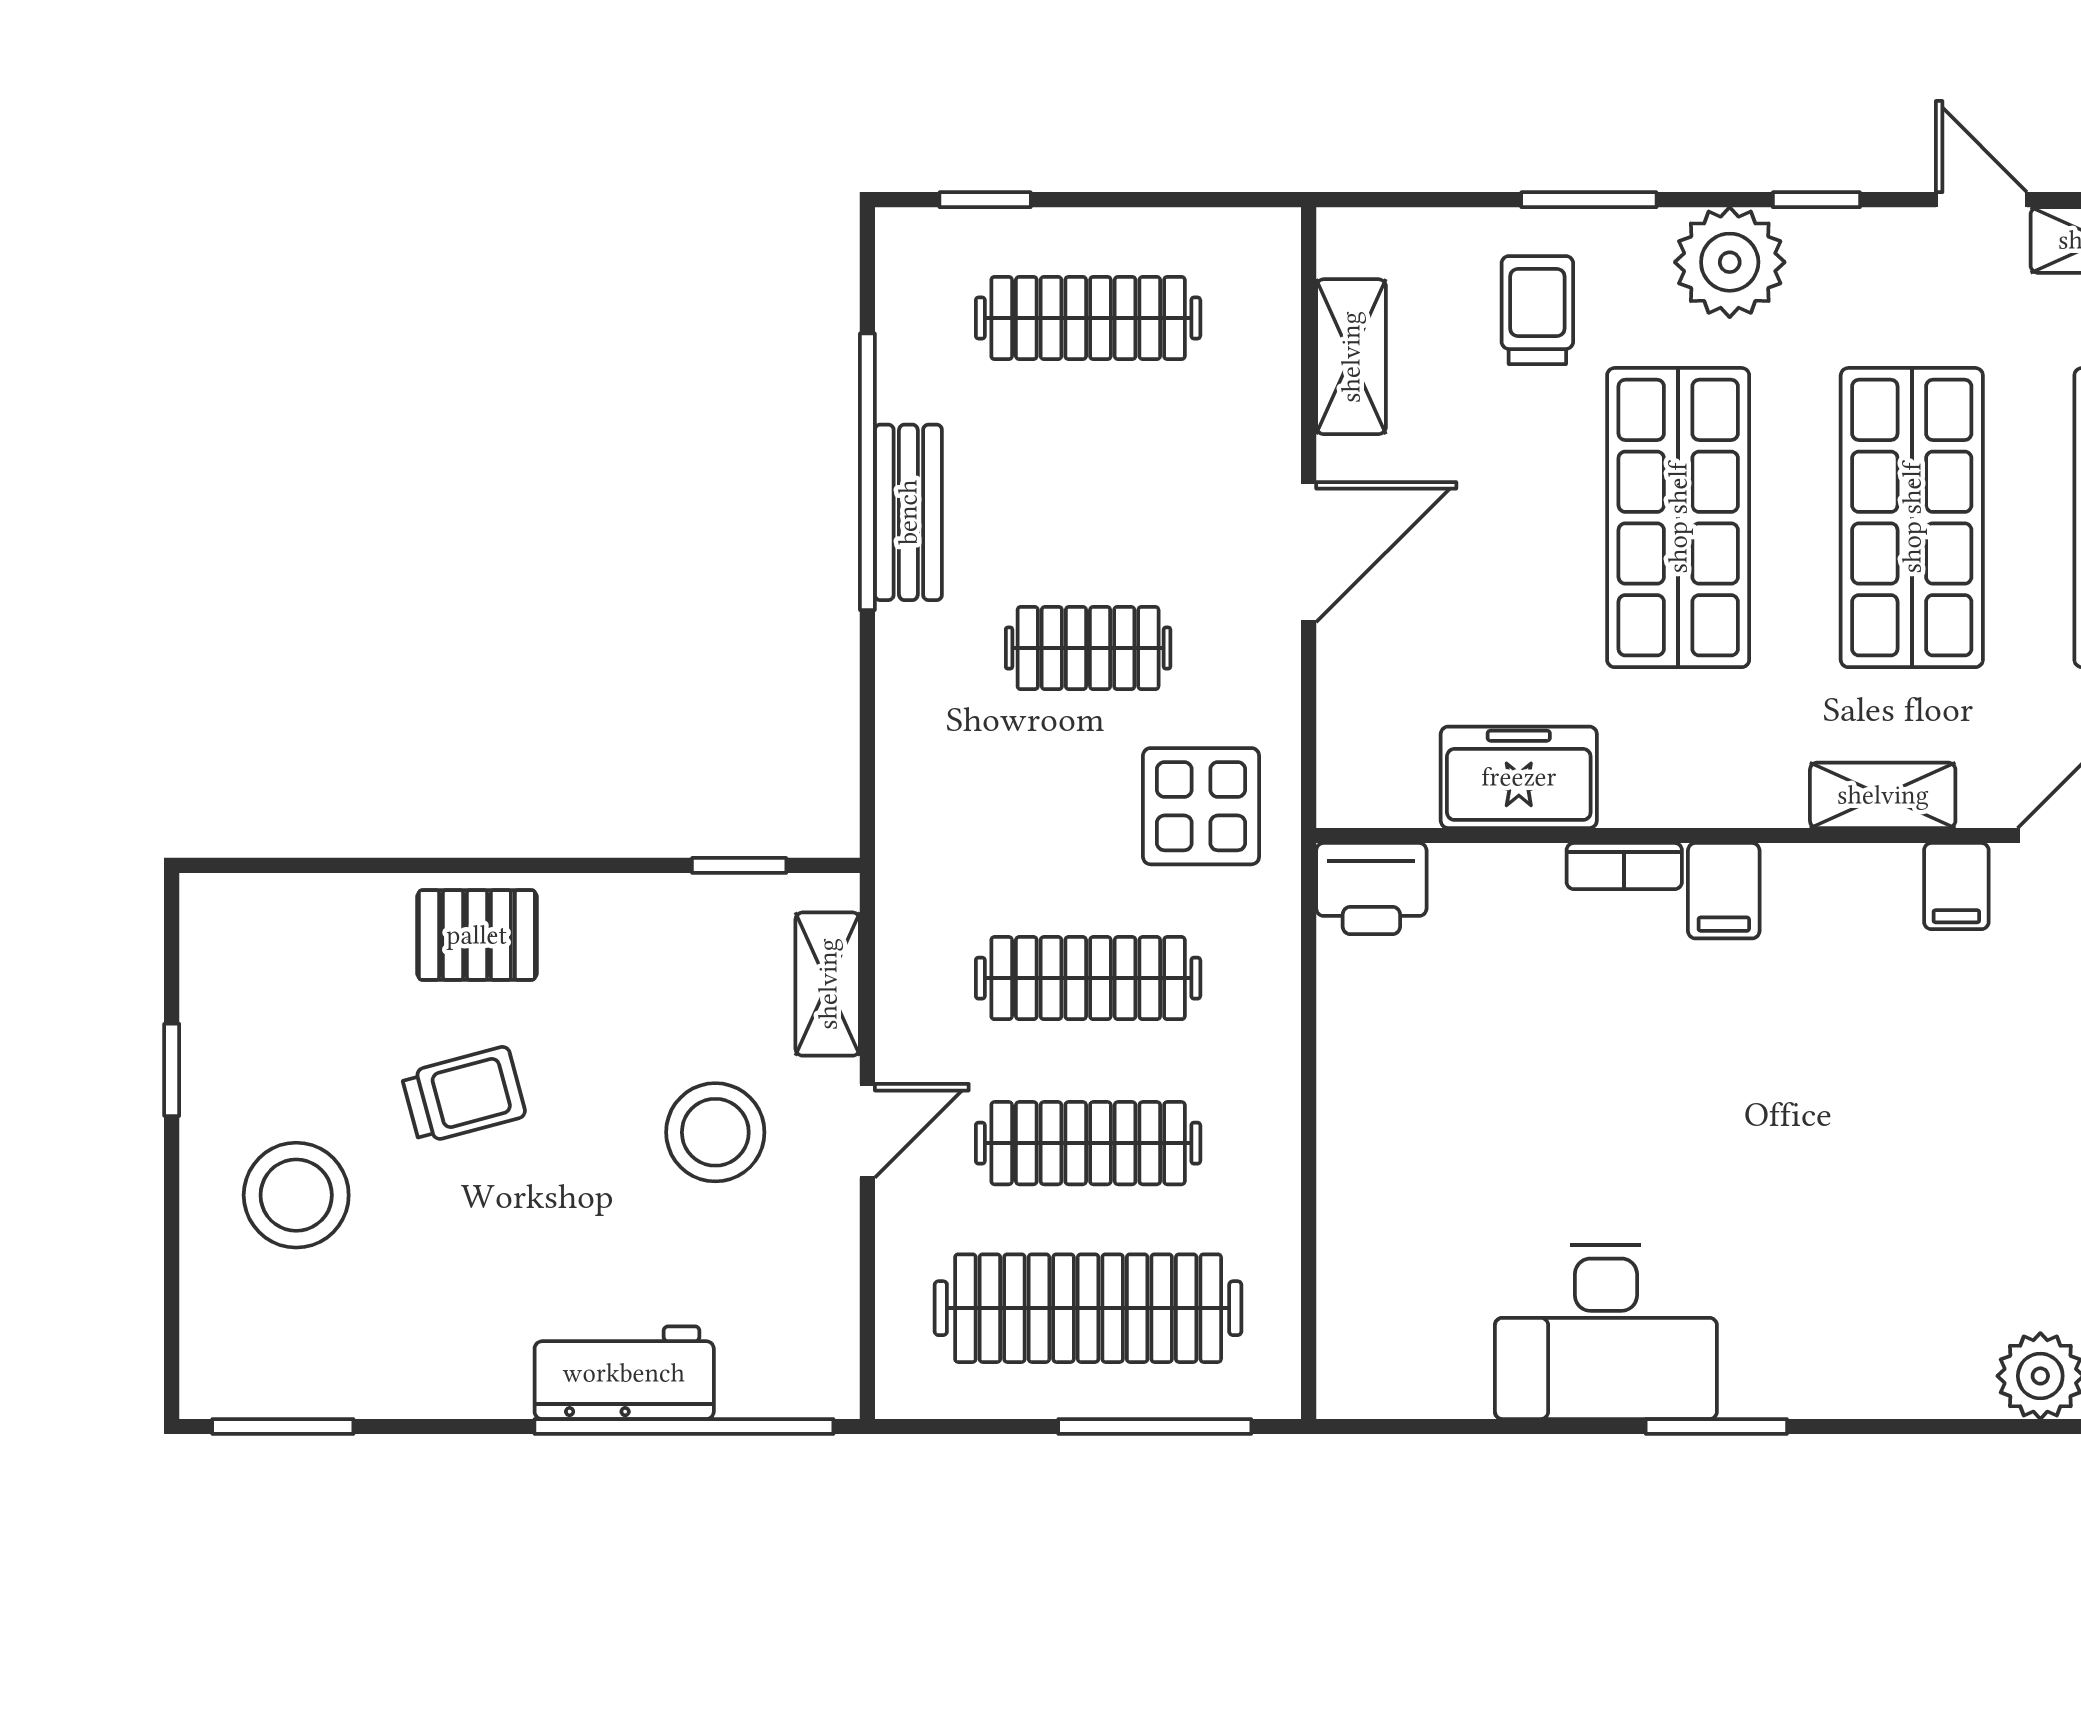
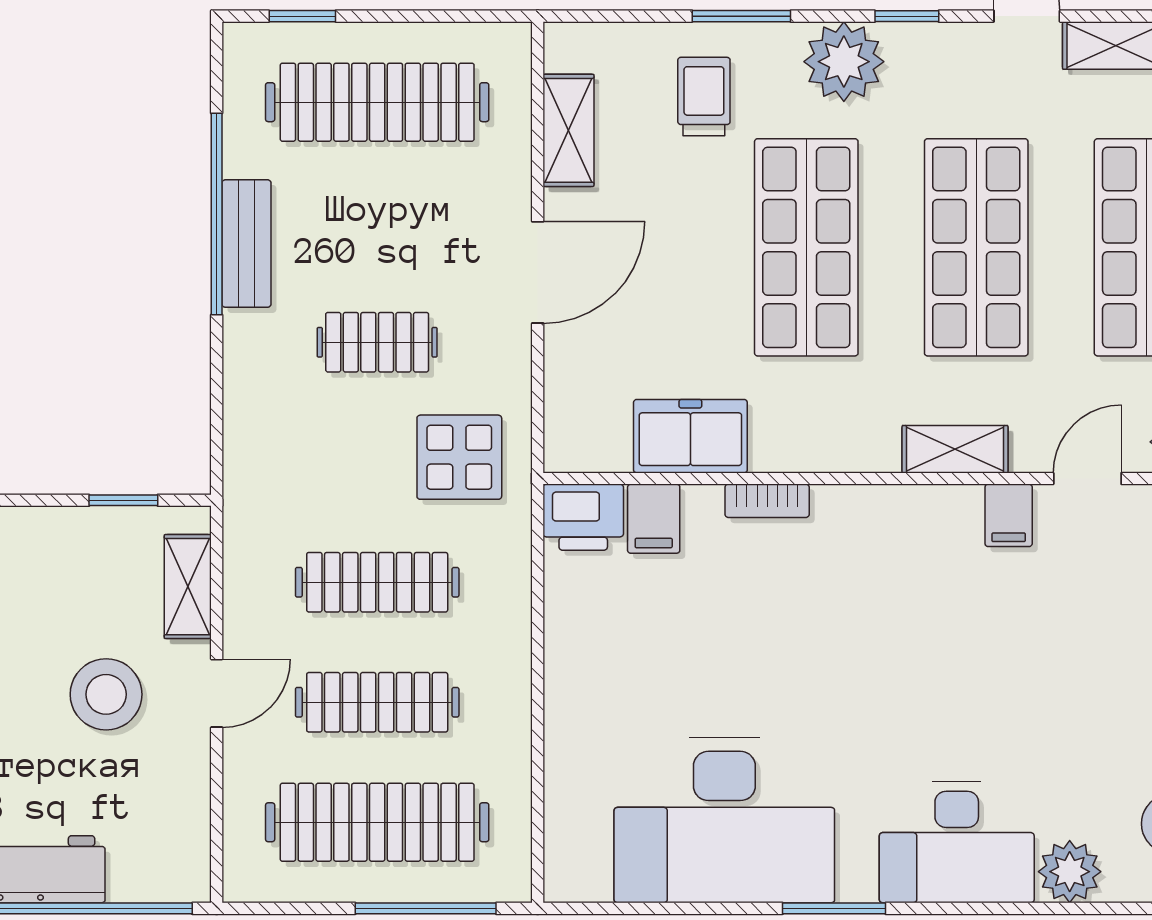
clothes rail: (1088, 318) -> (377, 102), width x1.37, depth x1.31
filing cabinet: (1724, 891) -> (654, 519), moved
desk: (1606, 1332) -> (724, 820), width x1.36, depth x1.30
desk: (1885, 1336) -> (957, 842), added

